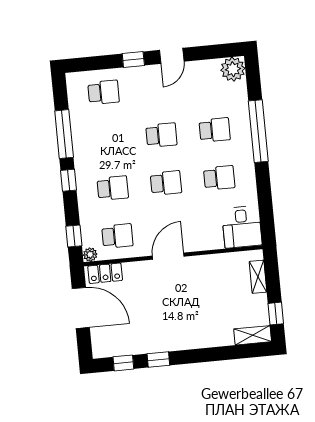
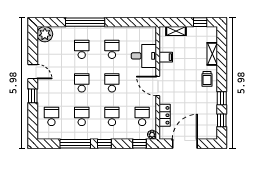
school desk: (108, 140) -> (82, 116), added
desk: (242, 227) -> (144, 56), moved
filing cabinet: (215, 264) -> (166, 57), added
locker: (105, 273) -> (165, 115), moved
trolley: (187, 333) -> (207, 79), added
shelving: (253, 335) -> (212, 54), moved

